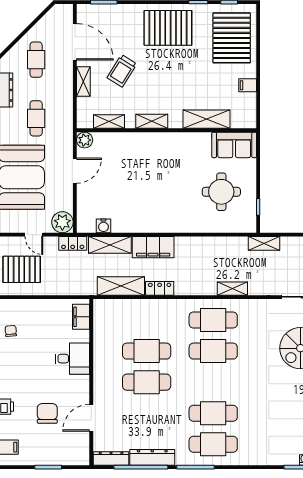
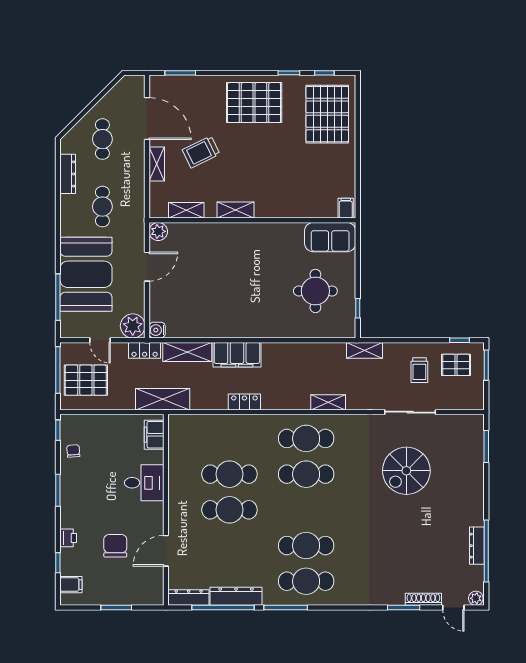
trolley: (122, 71) -> (201, 152), turned 32
filing cabinet: (248, 85) -> (346, 208), moved, turned 90
shelving: (206, 119) -> (298, 207), removed
water cooler: (103, 226) -> (157, 330), moved, turned 90
shelving: (121, 286) -> (163, 399), moved

